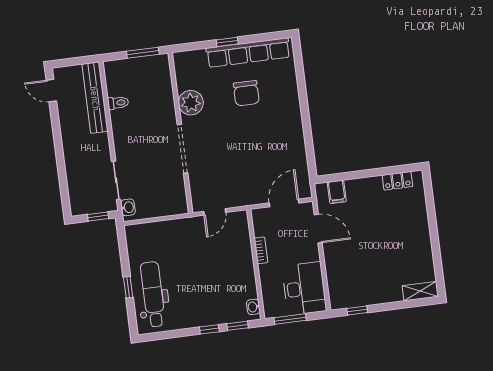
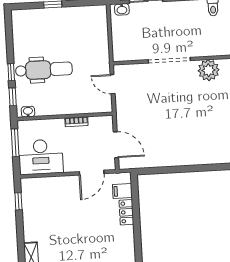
chair: (246, 93) -> (213, 119), removed
locker: (397, 181) -> (126, 212), moved
dental chair: (153, 294) -> (44, 70), moved

